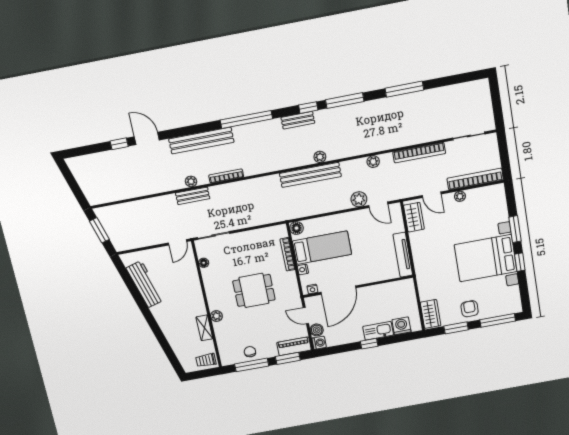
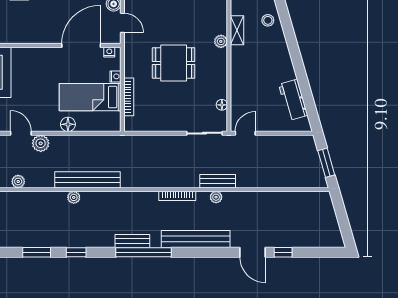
window: (345, 101) -> (37, 252), width x0.69
bench: (298, 120) -> (132, 241), moved
floor lamp: (296, 228) -> (68, 124), moved
workbench: (145, 284) -> (293, 100), width x0.73
stool: (180, 341) -> (268, 20), added

